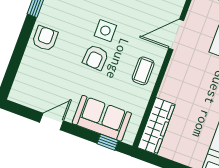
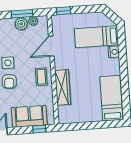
wardrobe: (156, 126) -> (63, 87), moved

